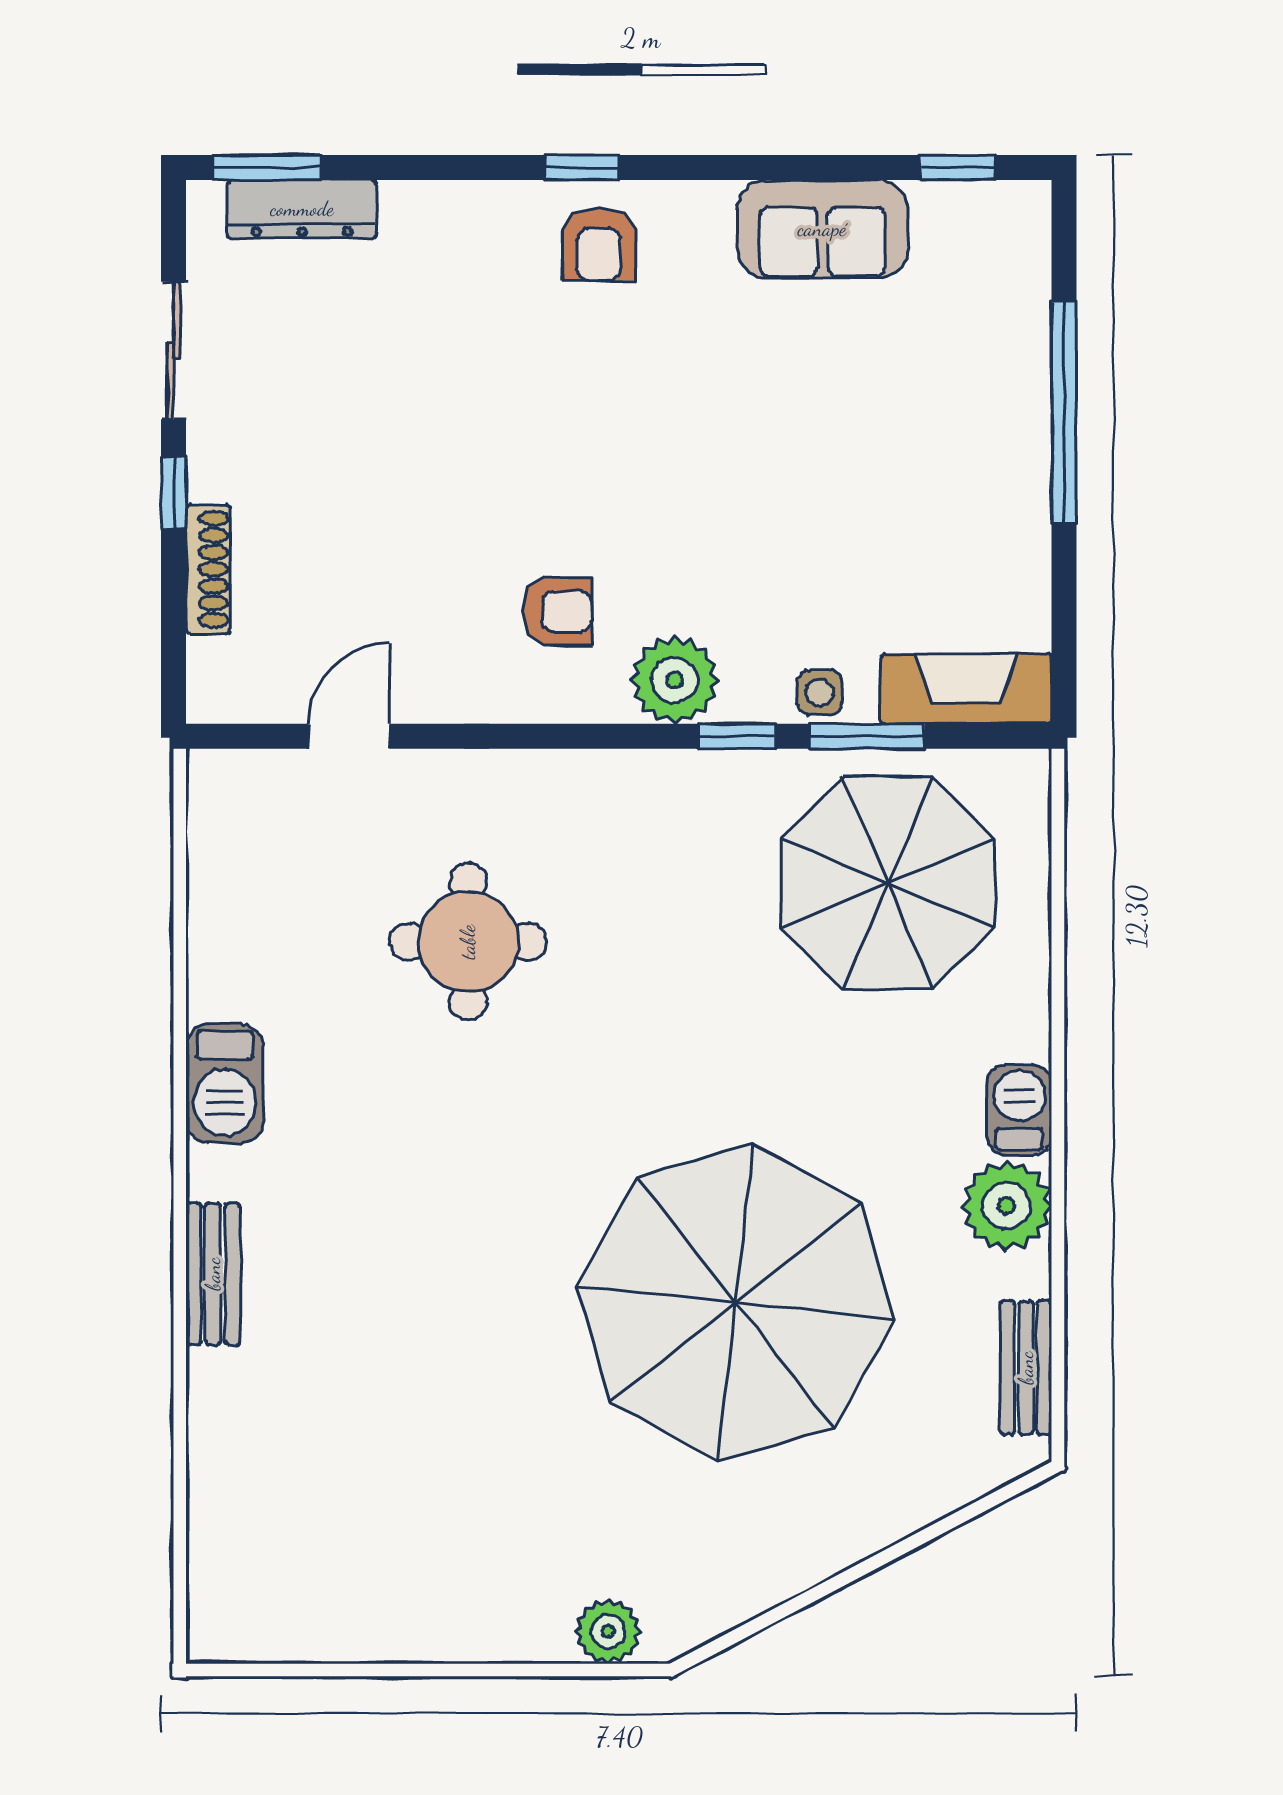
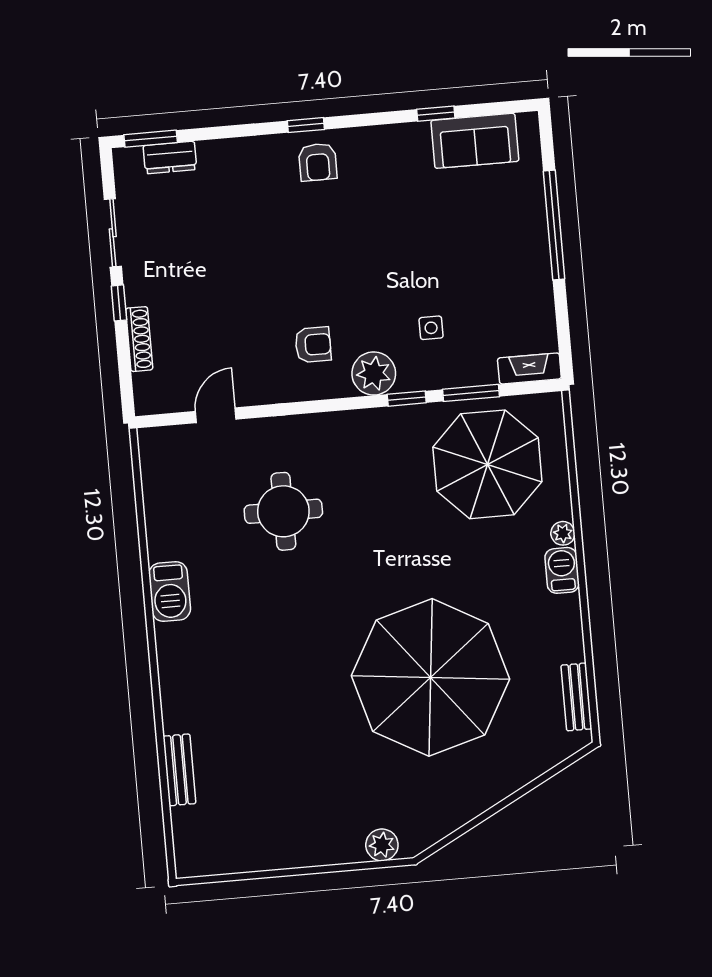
window: (958, 167) -> (436, 114), moved
dresser: (302, 209) -> (170, 158), width x0.70
sofa: (822, 229) -> (475, 141), moved
fireplace: (966, 689) -> (529, 368), width x0.73, depth x0.76
side table: (820, 692) -> (431, 328), moved
plant: (1006, 1206) -> (563, 533), moved, width x0.53, depth x0.53
bench: (213, 1274) -> (179, 770), moved

